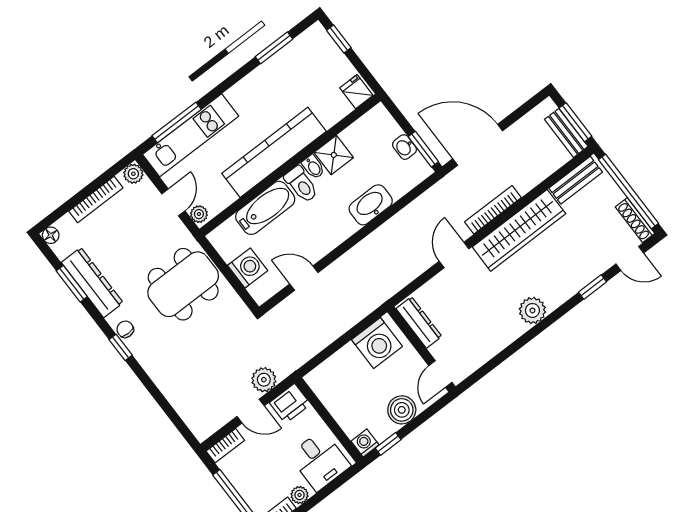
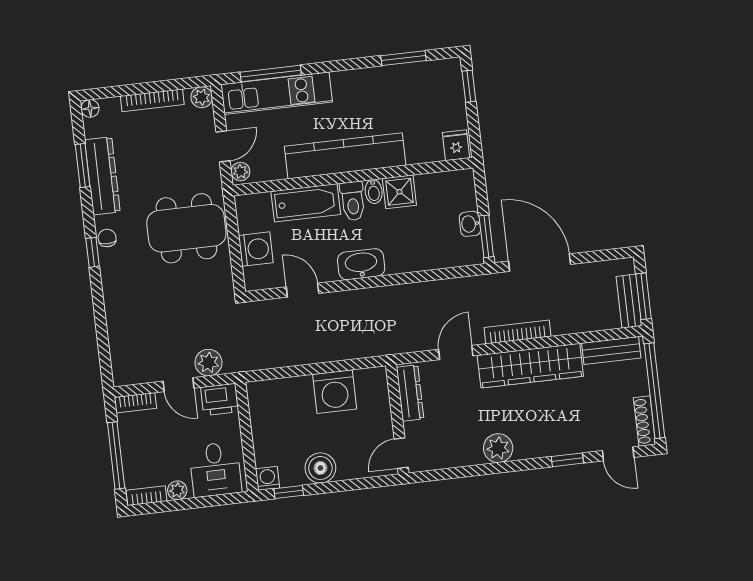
washbasin: (371, 205) -> (361, 264), moved
dresser: (419, 322) -> (410, 393), moved
wall: (421, 349) -> (397, 419), moved
door: (440, 374) -> (401, 453), moved

